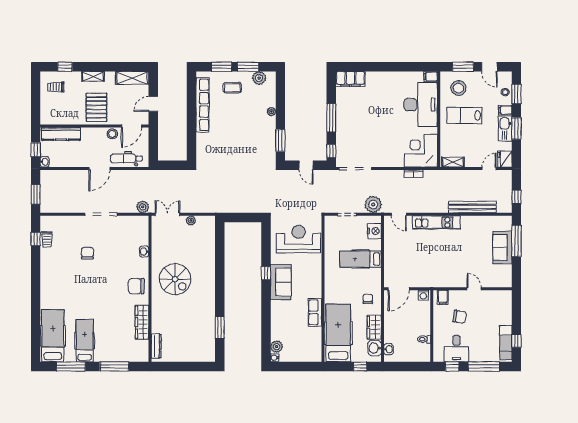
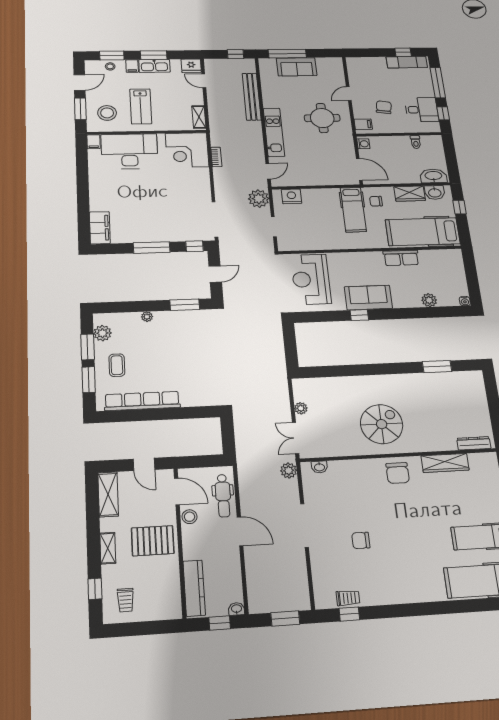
washbasin: (144, 252) -> (319, 467), moved
hospital bed: (360, 259) -> (353, 210), moved
round table: (450, 264) -> (322, 118), added
plant: (277, 347) -> (429, 300), moved
washbasin: (389, 349) -> (433, 176), width x1.91, depth x1.45

